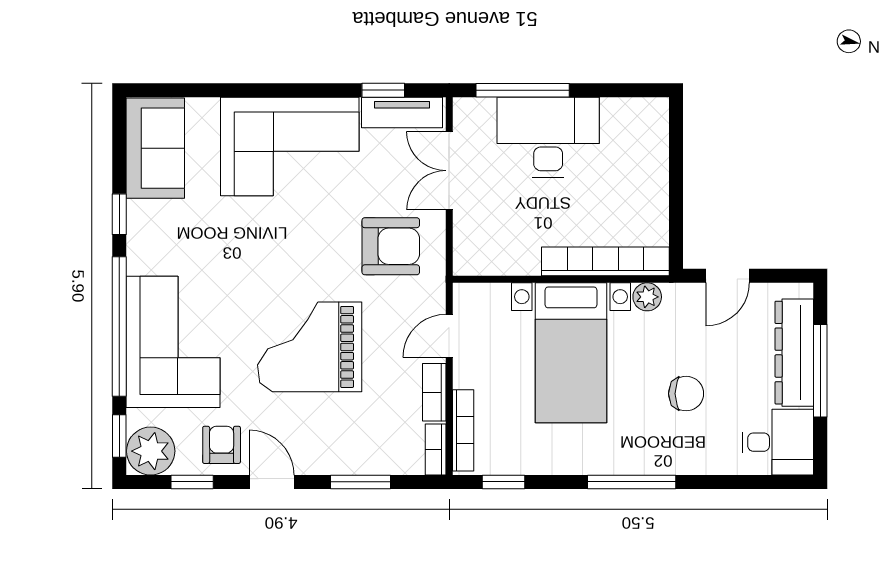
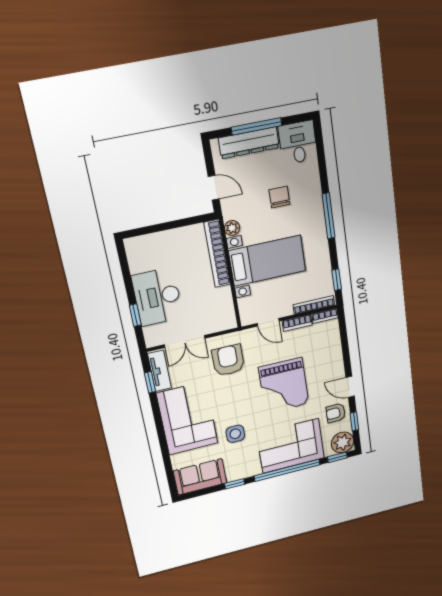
window: (523, 90) -> (135, 315), width x0.46
side table: (231, 234) -> (235, 434), added
door: (272, 482) -> (350, 387), hinge flipped
window: (360, 482) -> (345, 347), removed

